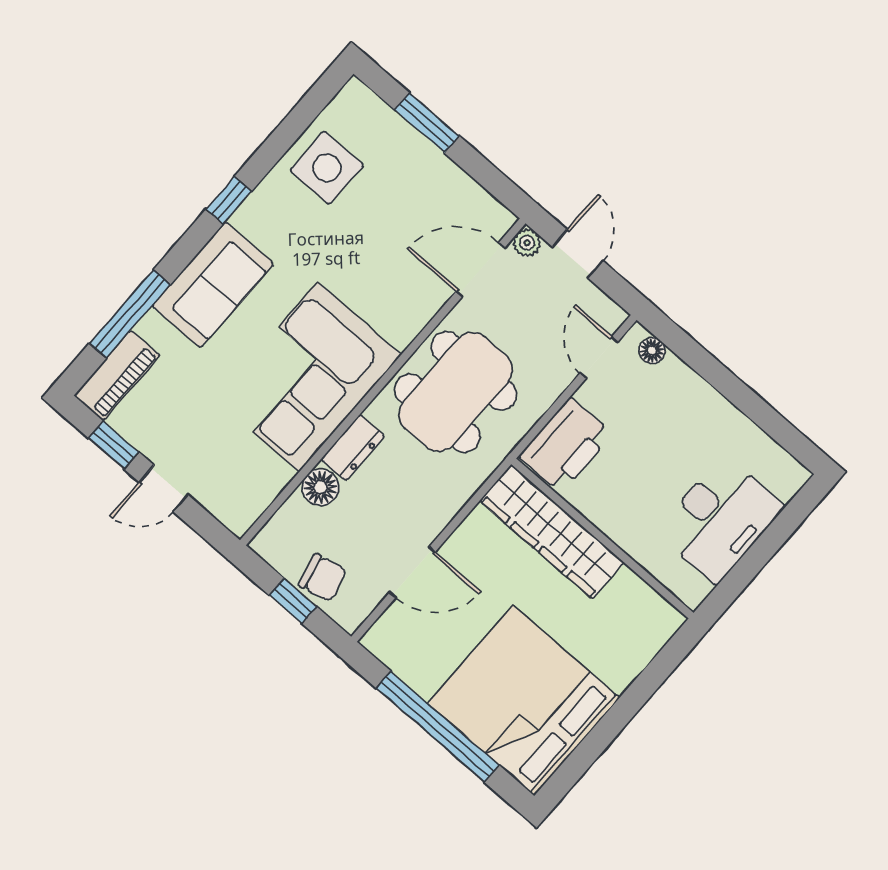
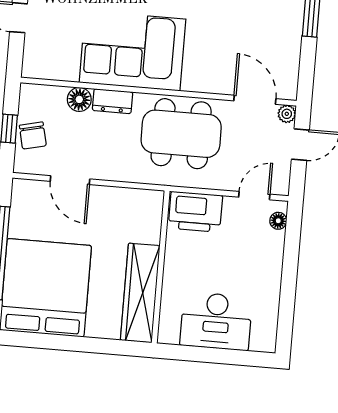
wardrobe: (552, 532) -> (140, 293), moved

